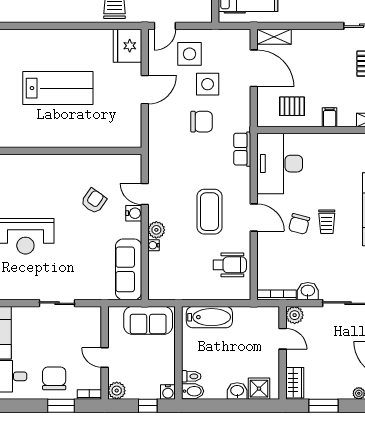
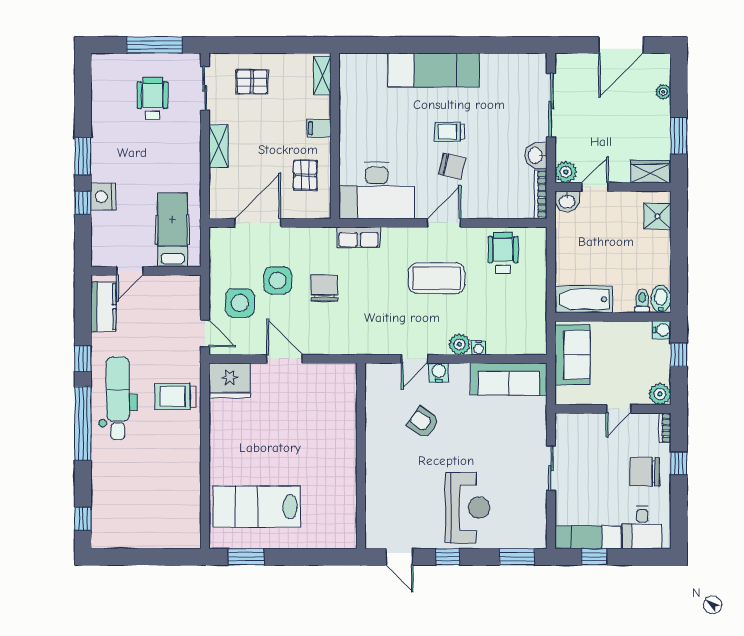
shelving: (274, 37) -> (219, 146), moved
lab bench: (58, 88) -> (257, 507), moved, turned -90
trolley: (327, 222) -> (449, 132), turned 180
bathtub: (209, 317) -> (583, 299), moved, turned -90
washbasin: (237, 391) -> (567, 201), moved, turned -90
window: (61, 406) -> (679, 463), width x0.67

